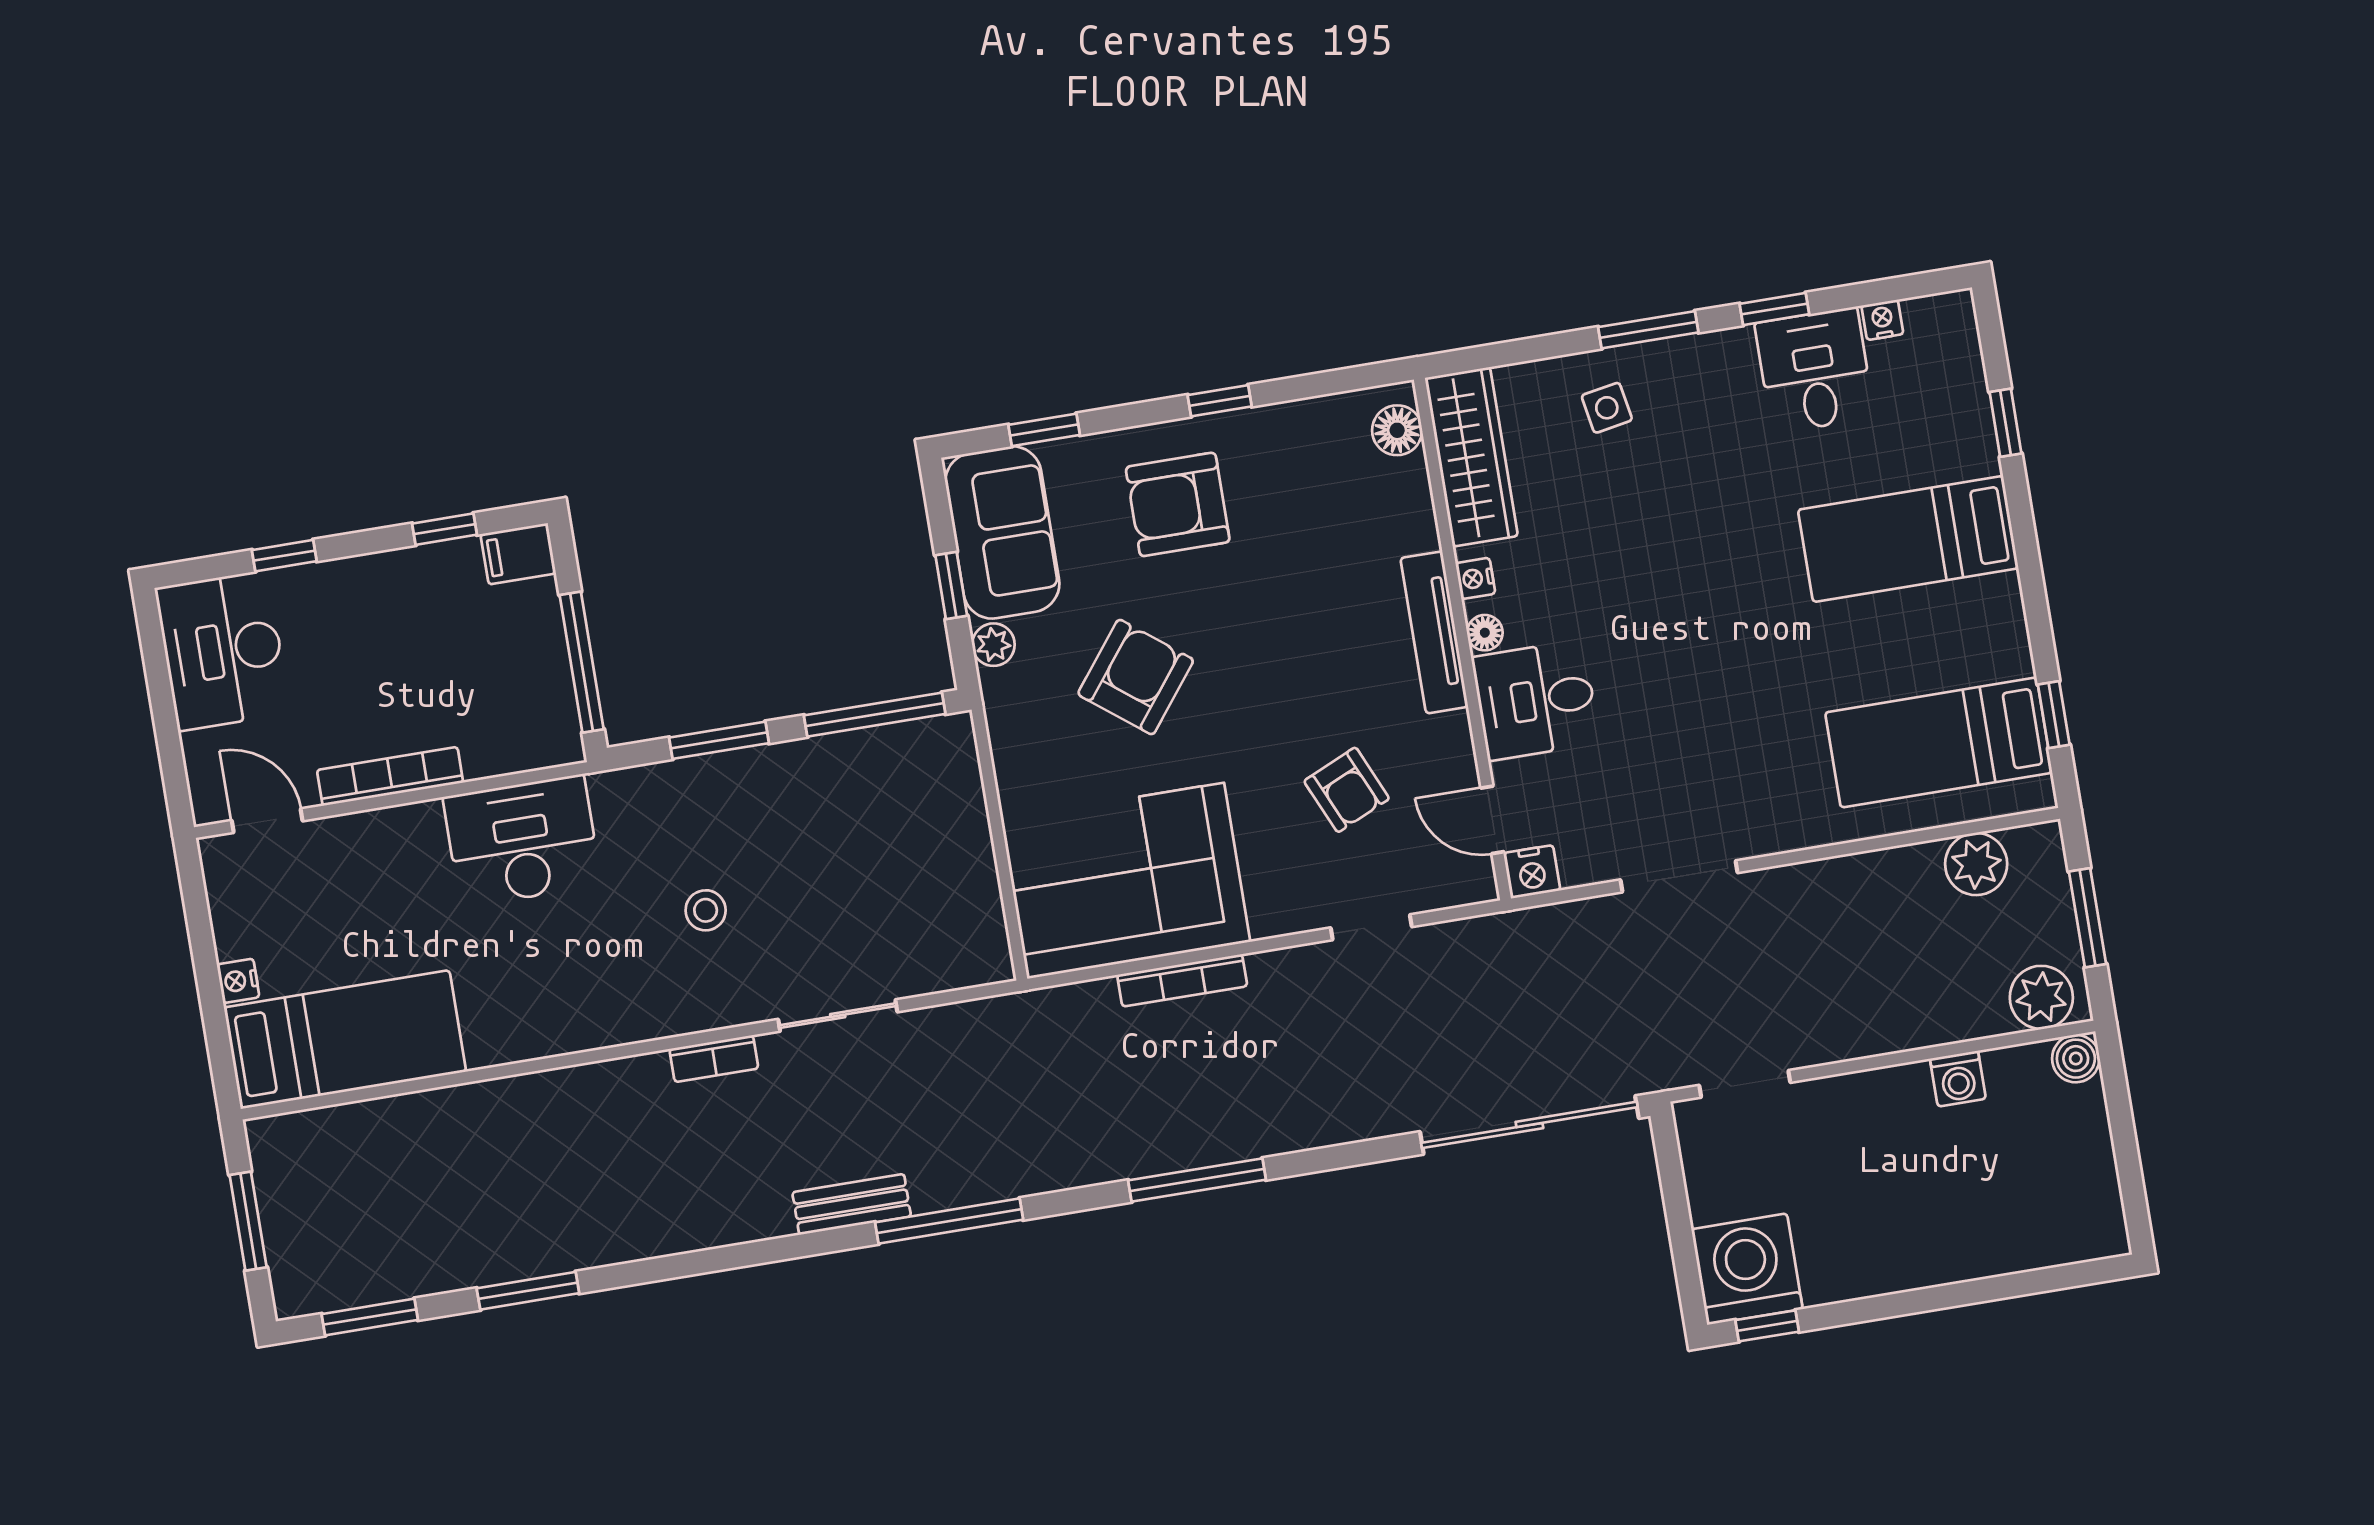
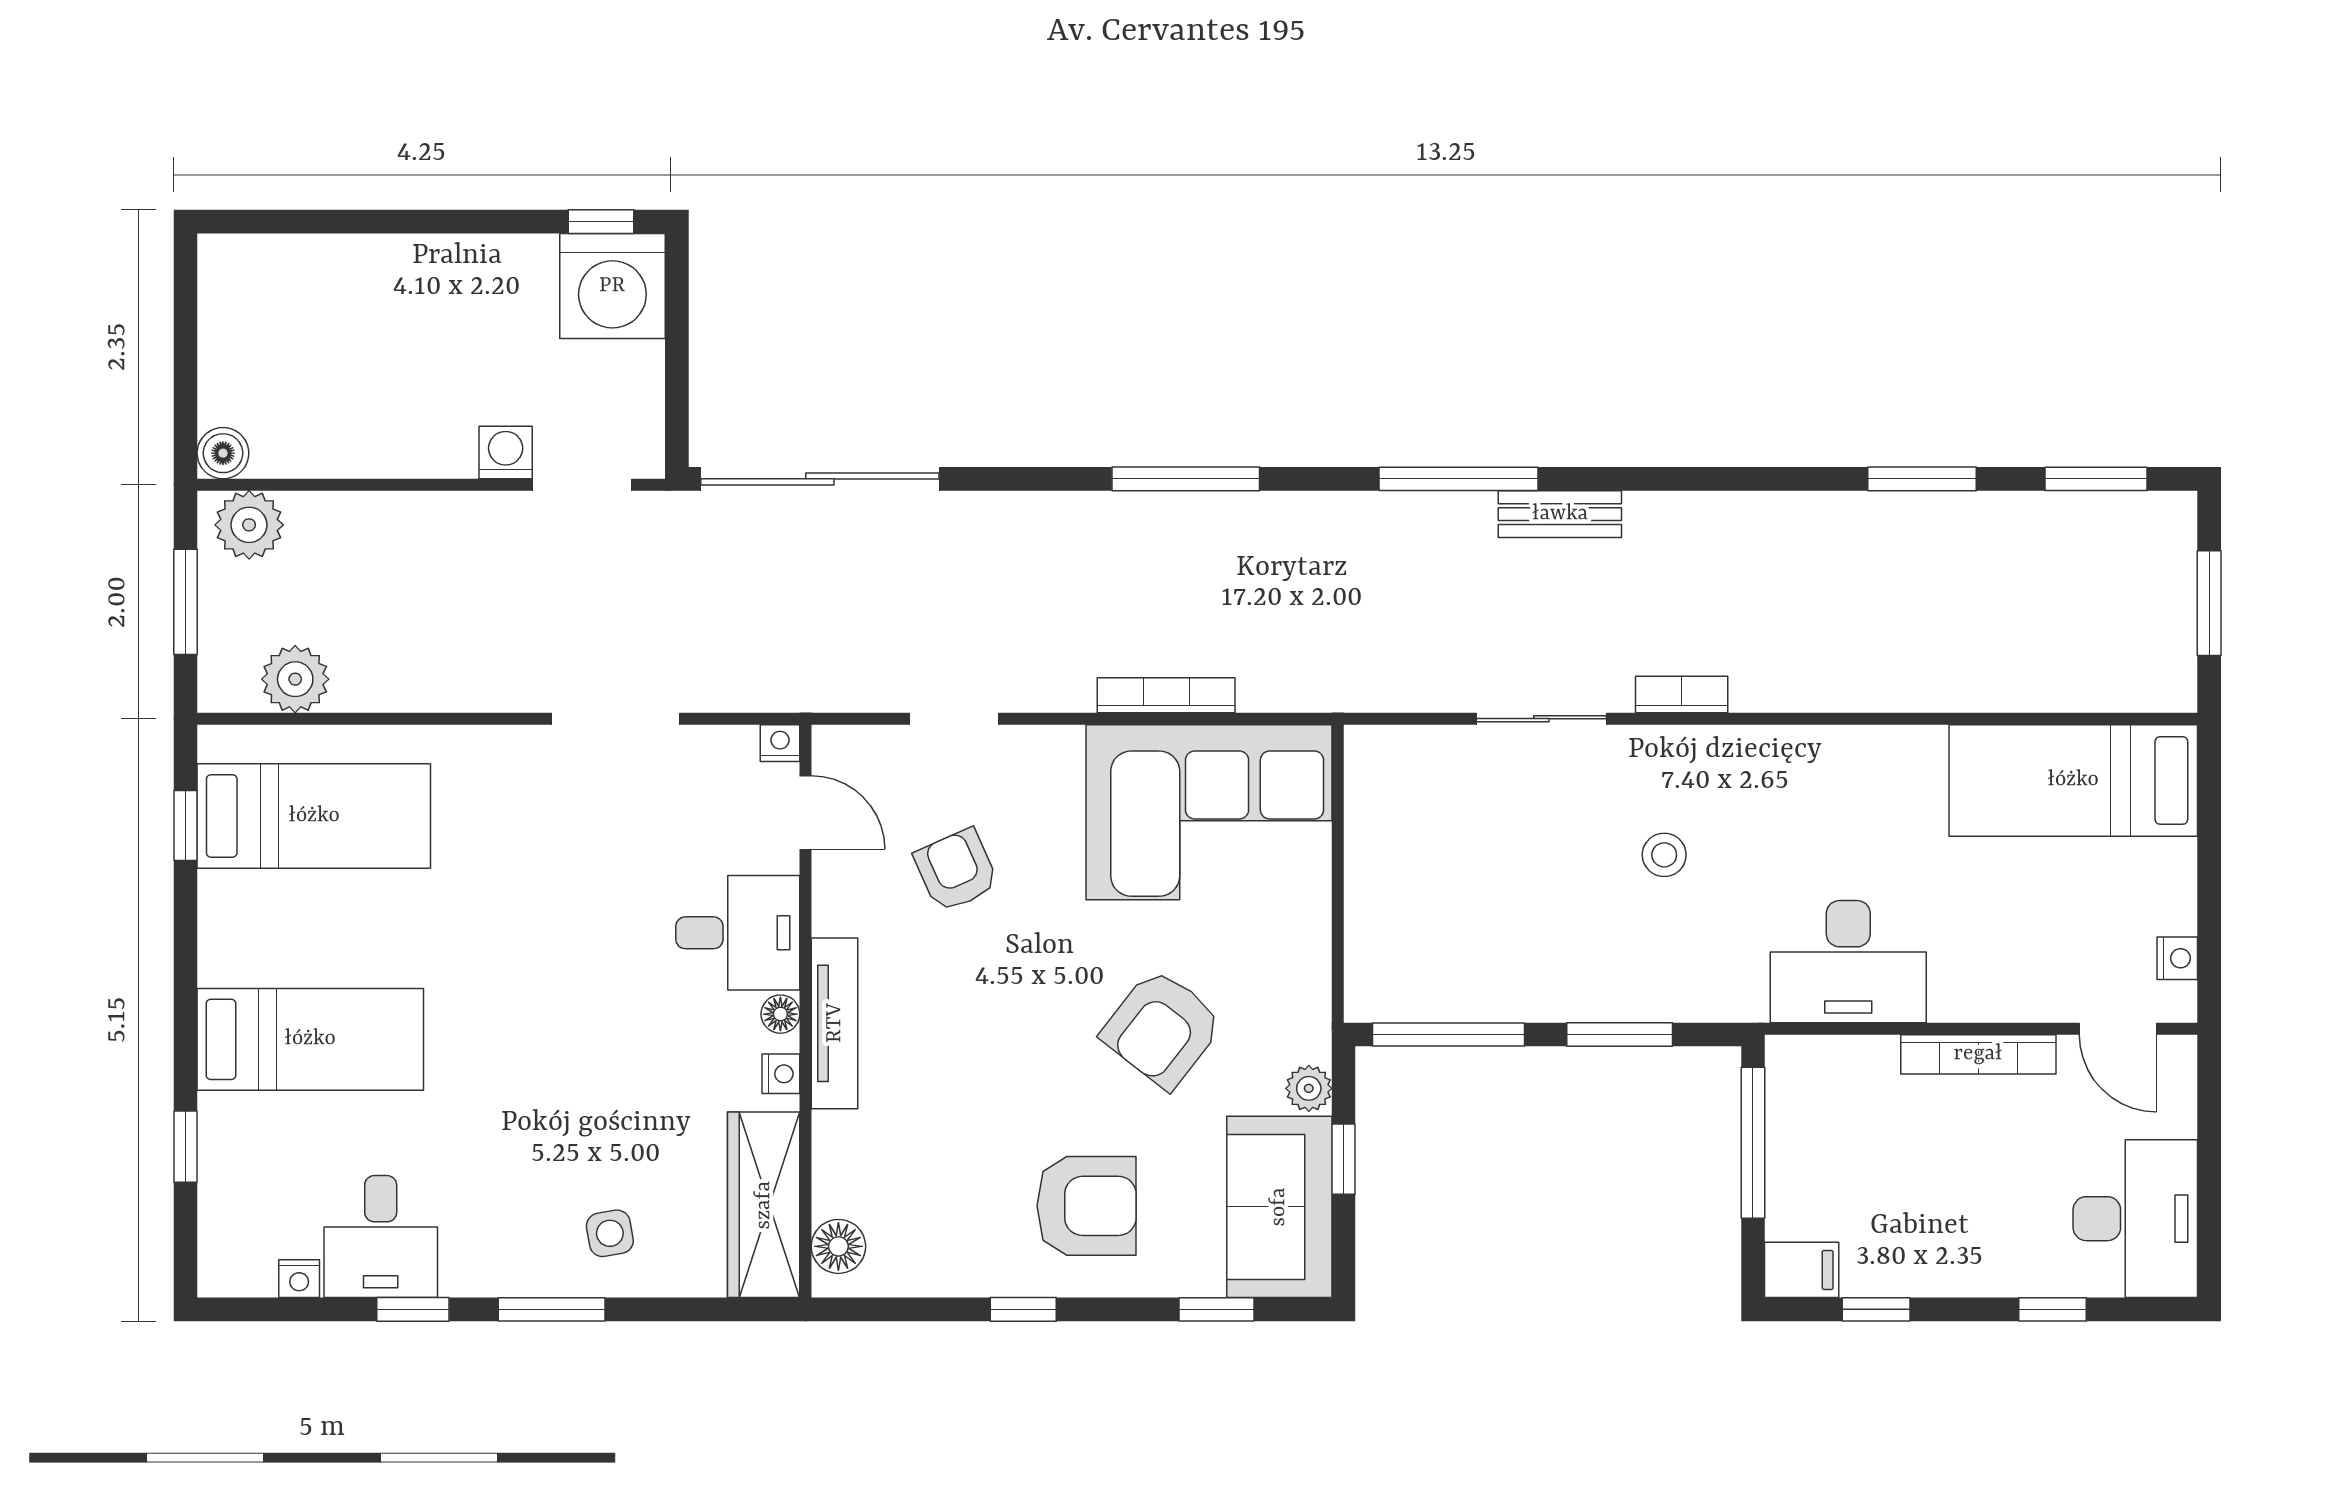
nightstand: (1532, 872) -> (780, 743), width x0.72, depth x0.74
nightstand: (238, 981) -> (2177, 958), moved
washing machine: (1958, 1079) -> (506, 452), moved

